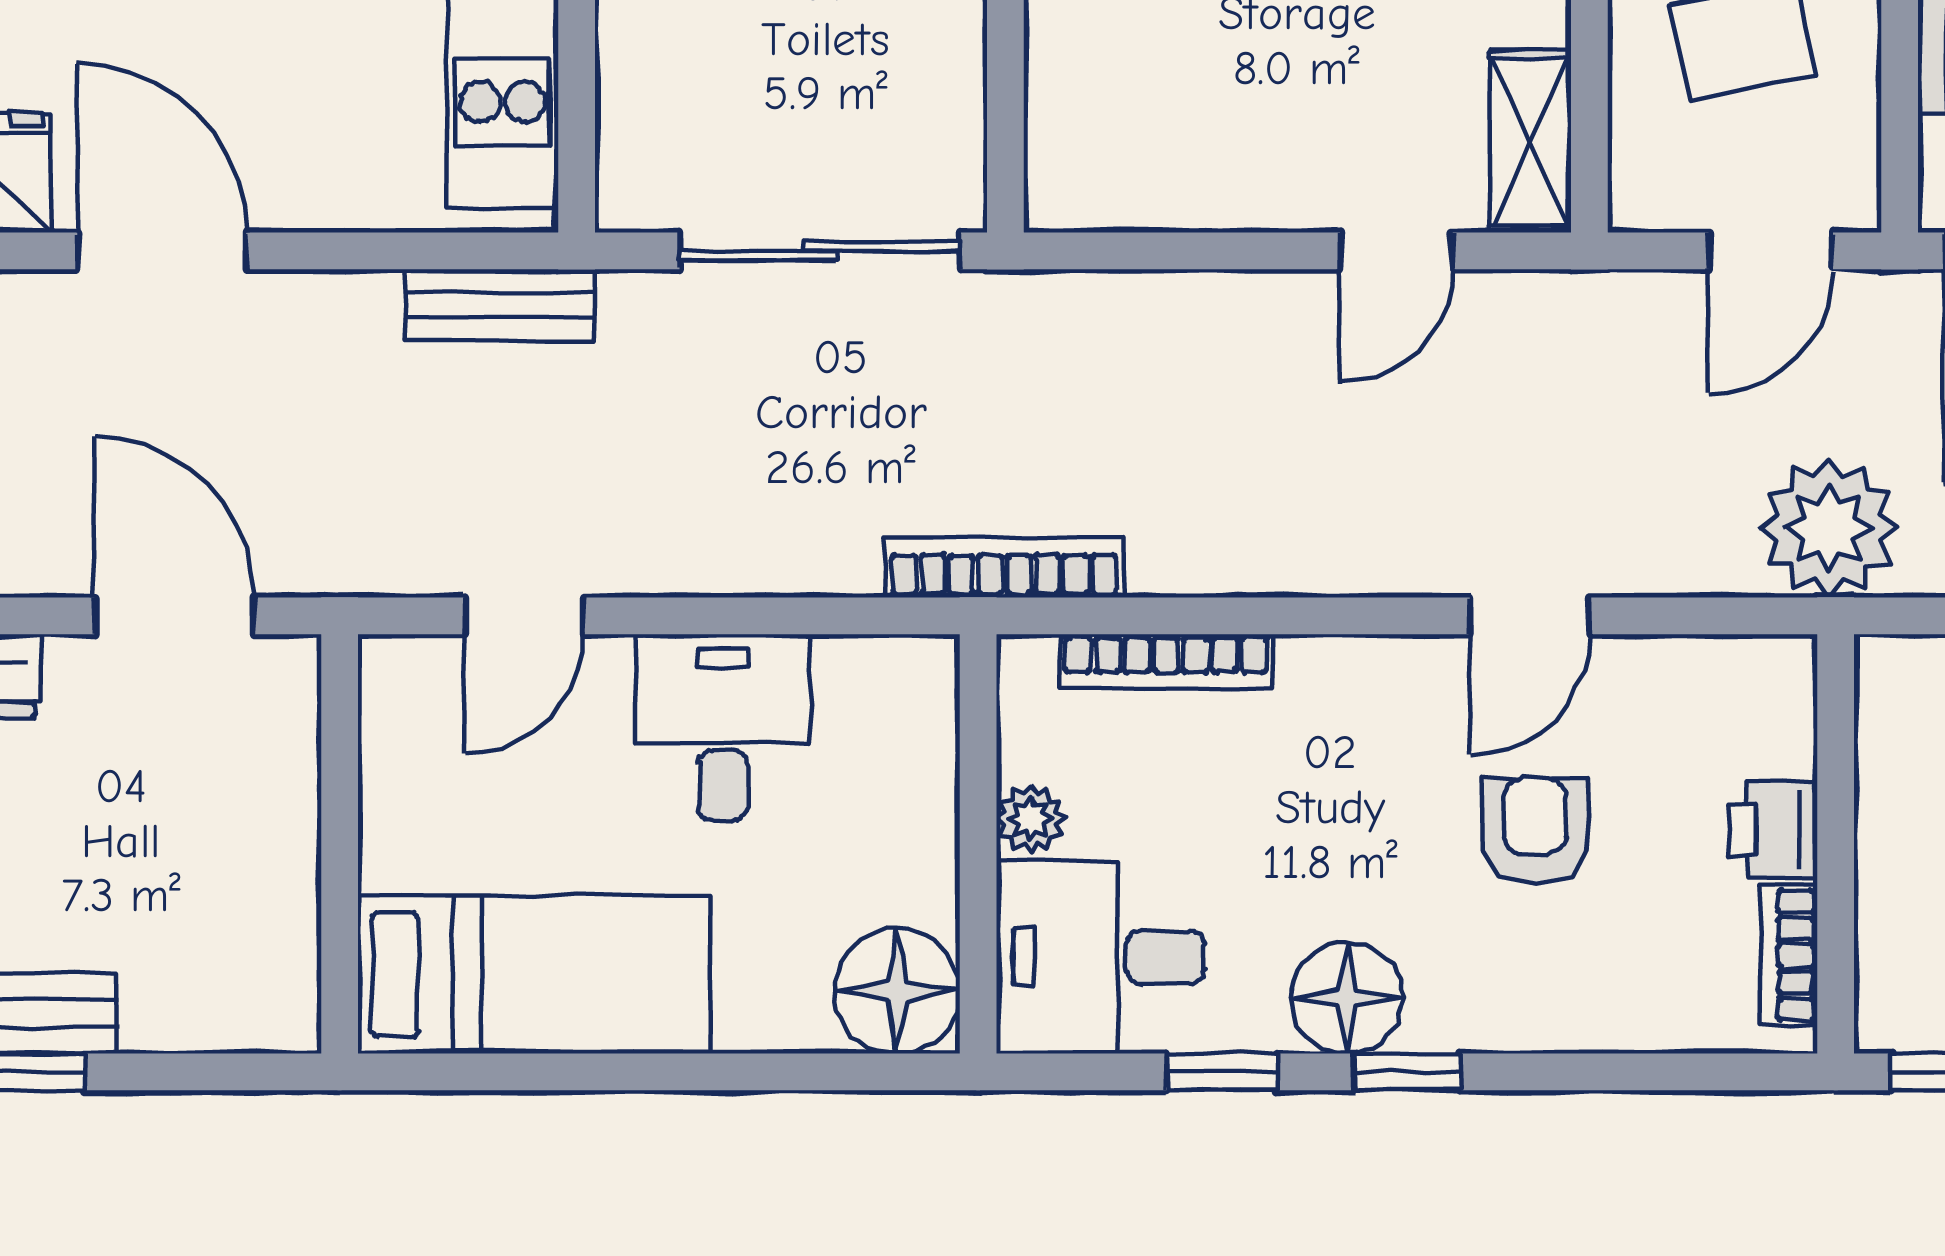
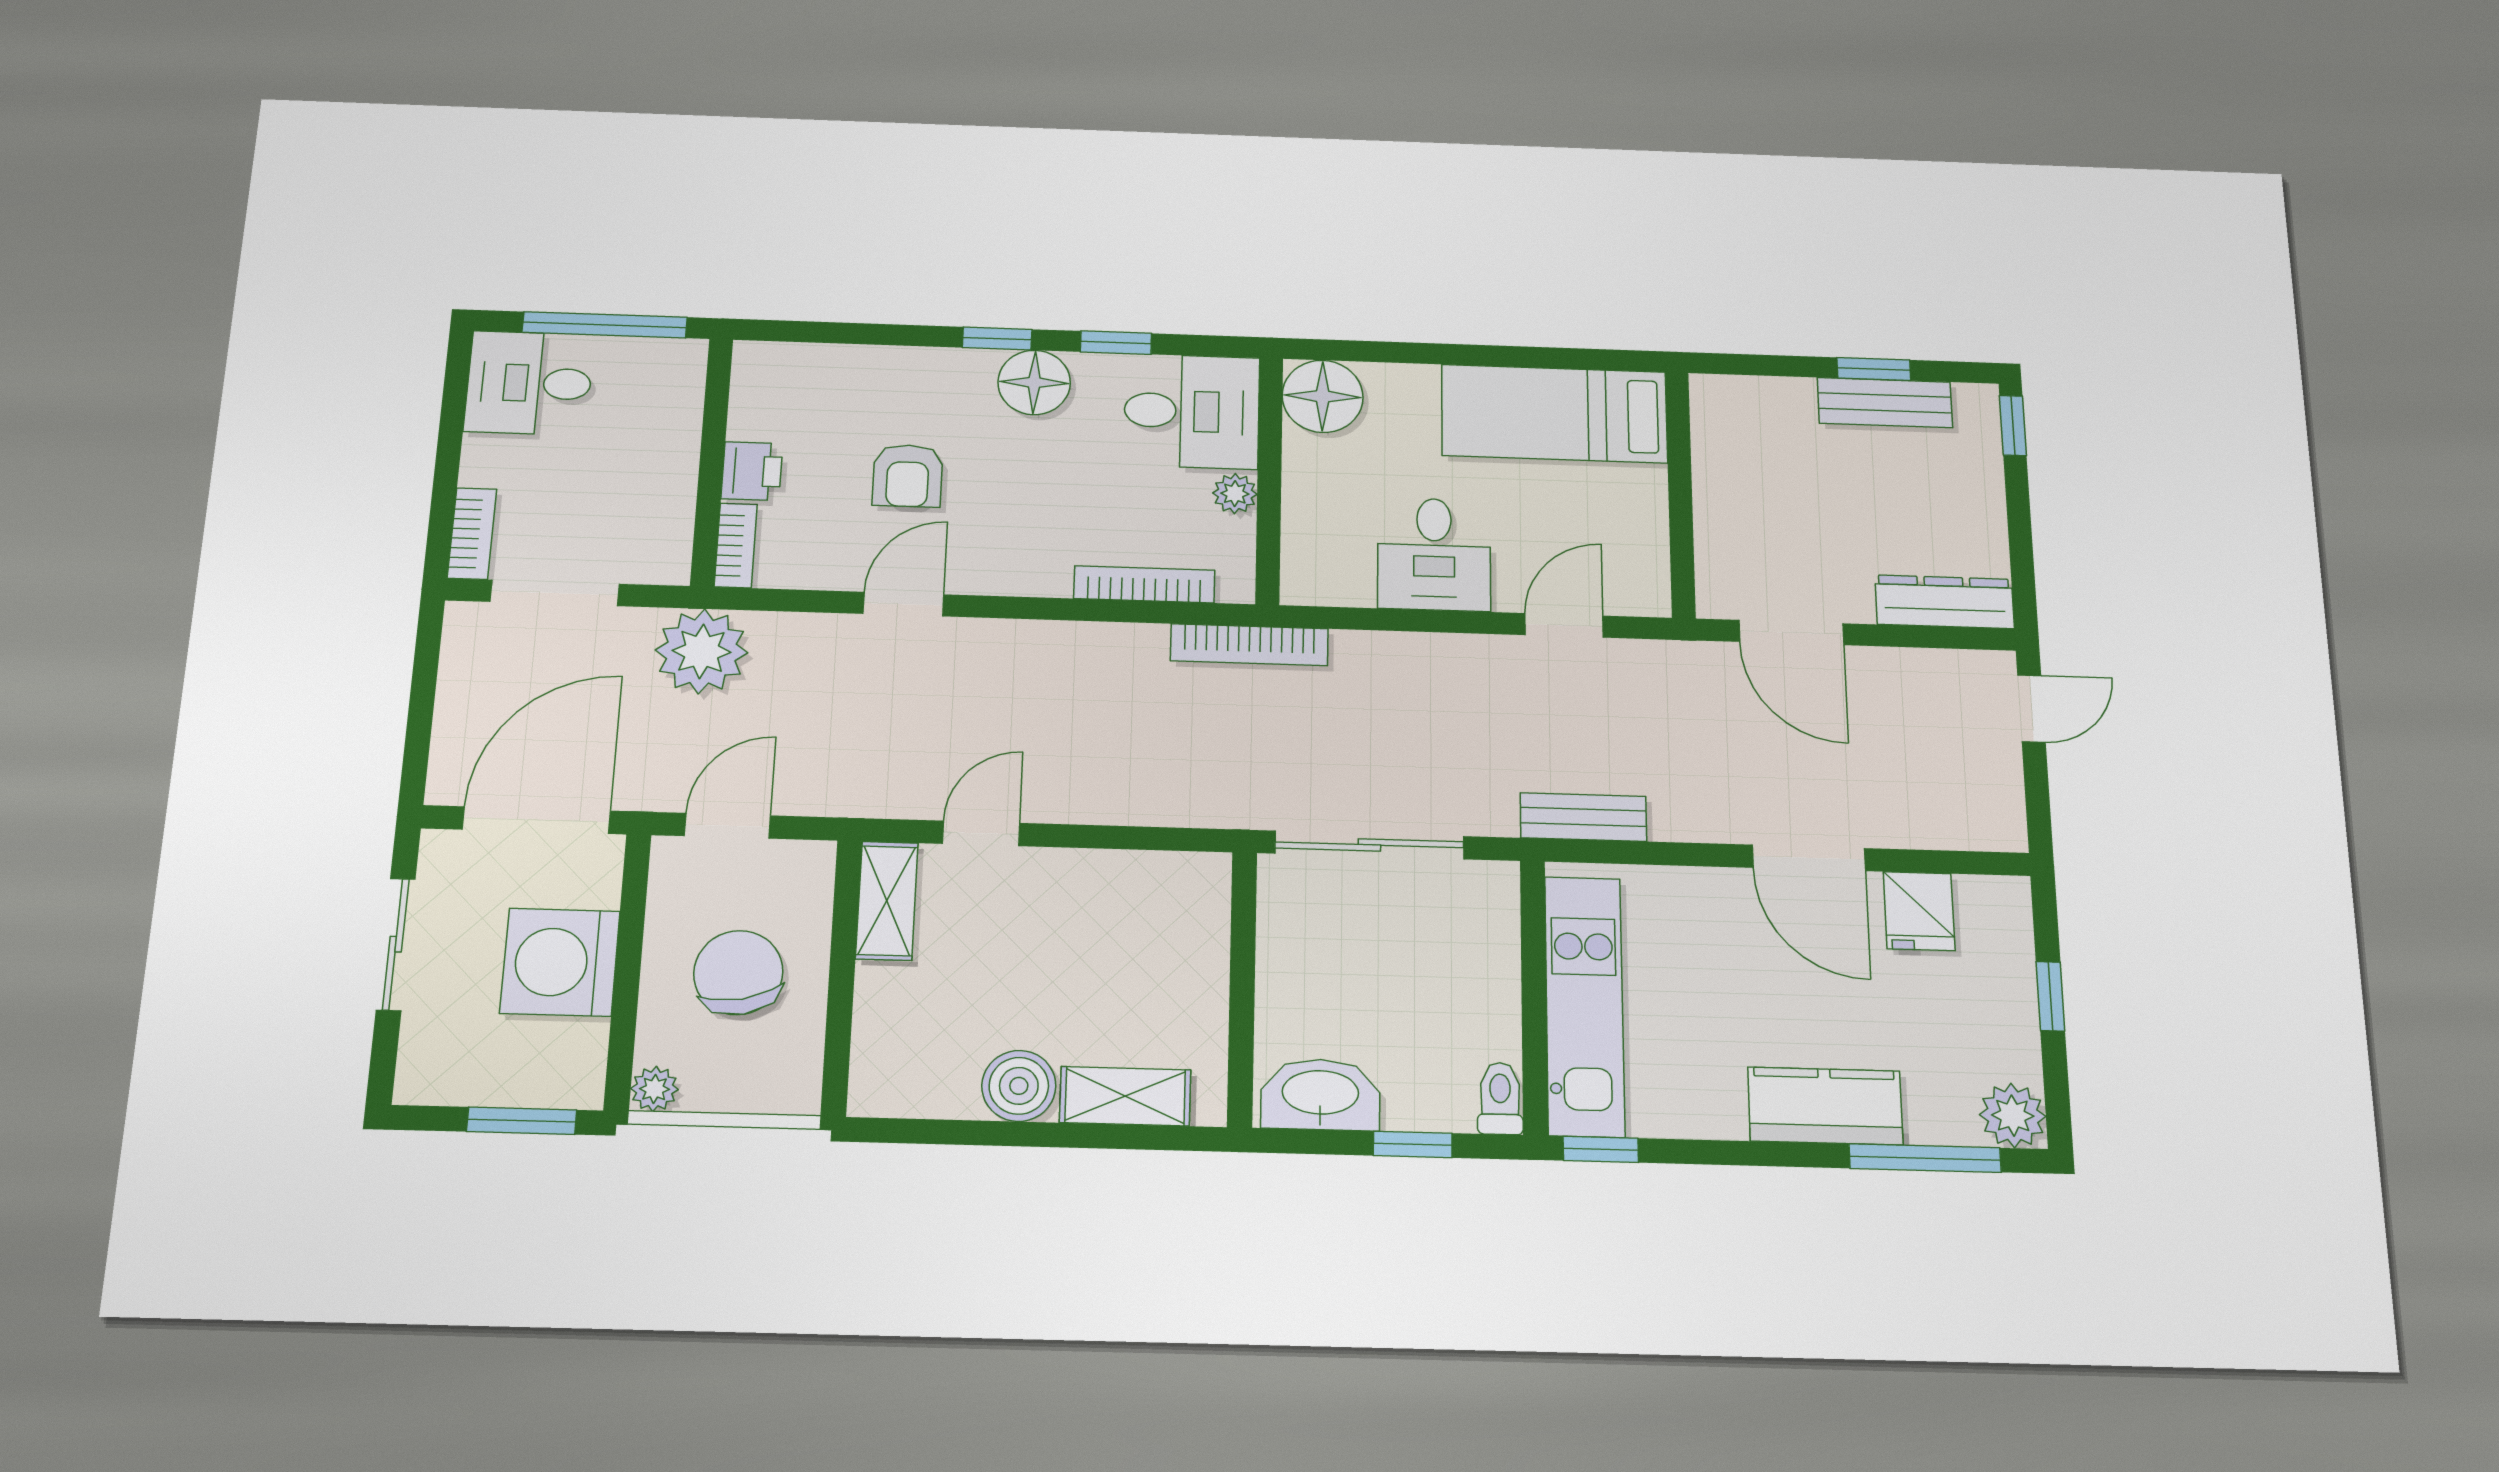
bookcase: (1790, 955) -> (736, 545), moved

